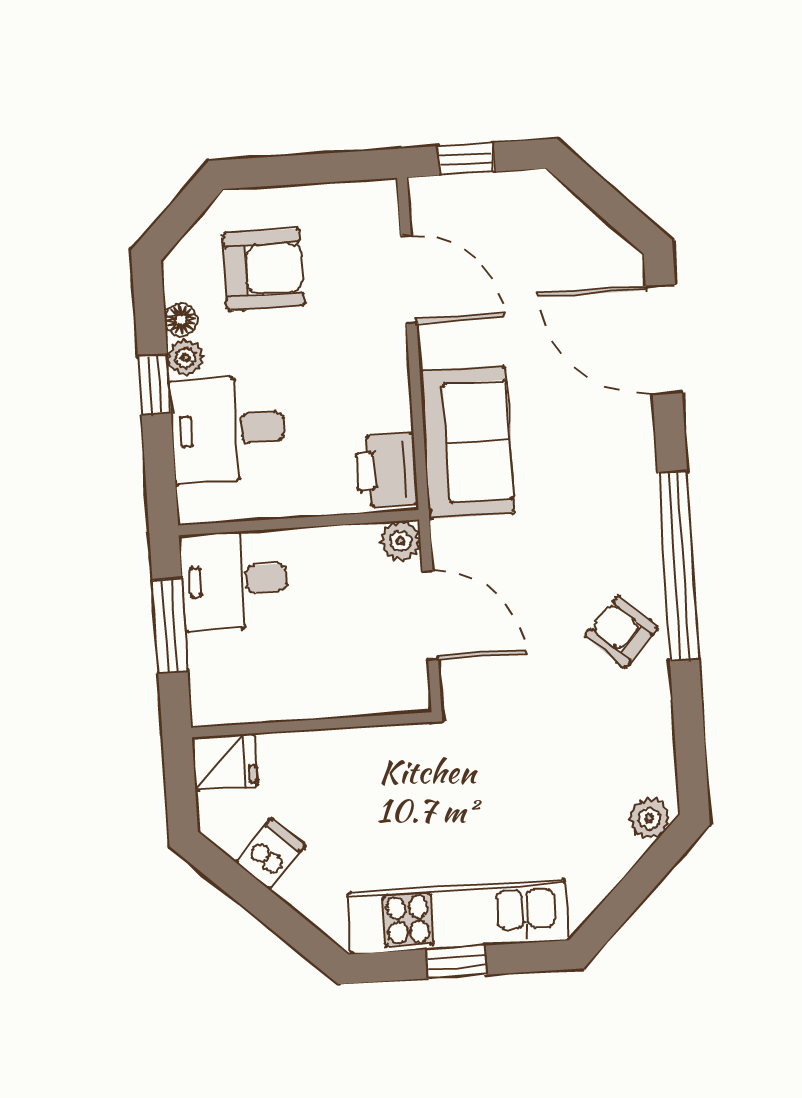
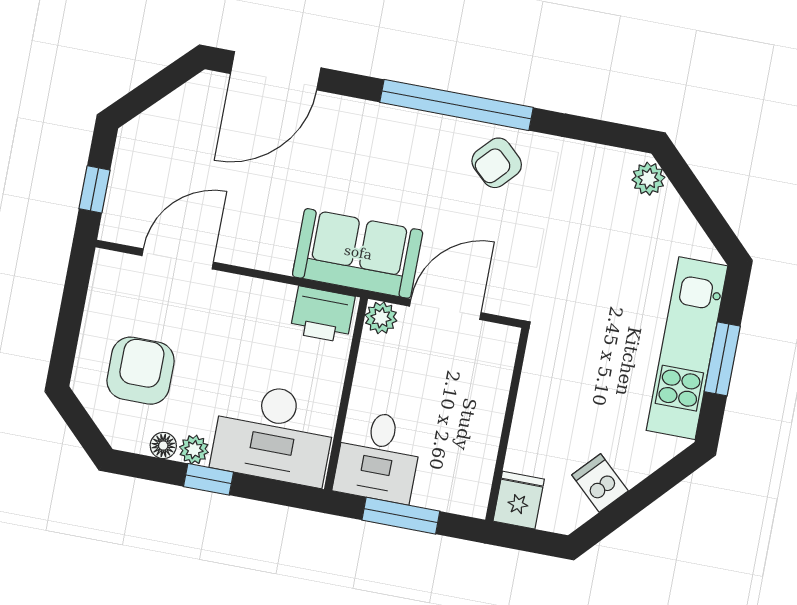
desk: (228, 429) -> (274, 434), width x1.37
sofa: (467, 442) -> (358, 253), moved
window: (456, 962) -> (722, 359), width x1.50

